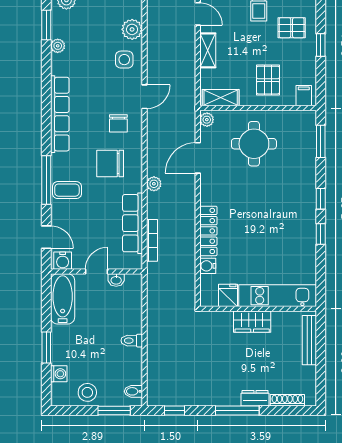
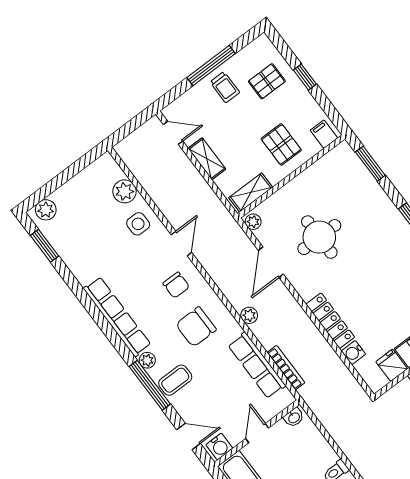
plant: (58, 46) -> (147, 360), moved
round table: (254, 144) -> (319, 237), moved
washbasin: (116, 280) -> (294, 418), moved

